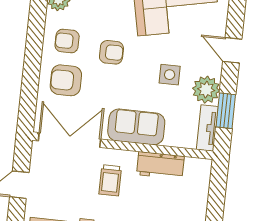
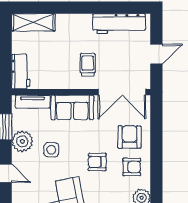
armchair: (66, 80) -> (129, 137), turned -90
tv unit: (207, 128) -> (33, 102), moved, turned 90
workbench: (160, 166) -> (21, 72), moved, turned 90

